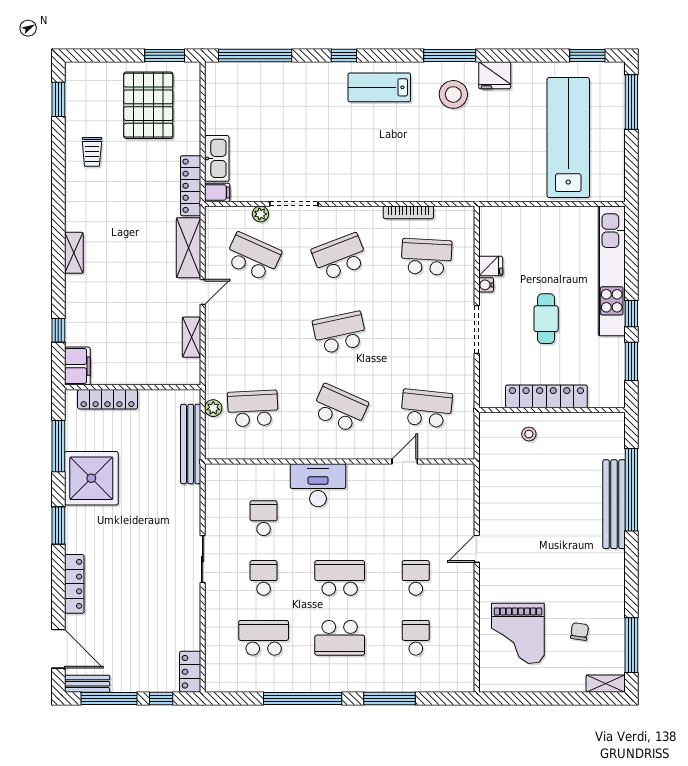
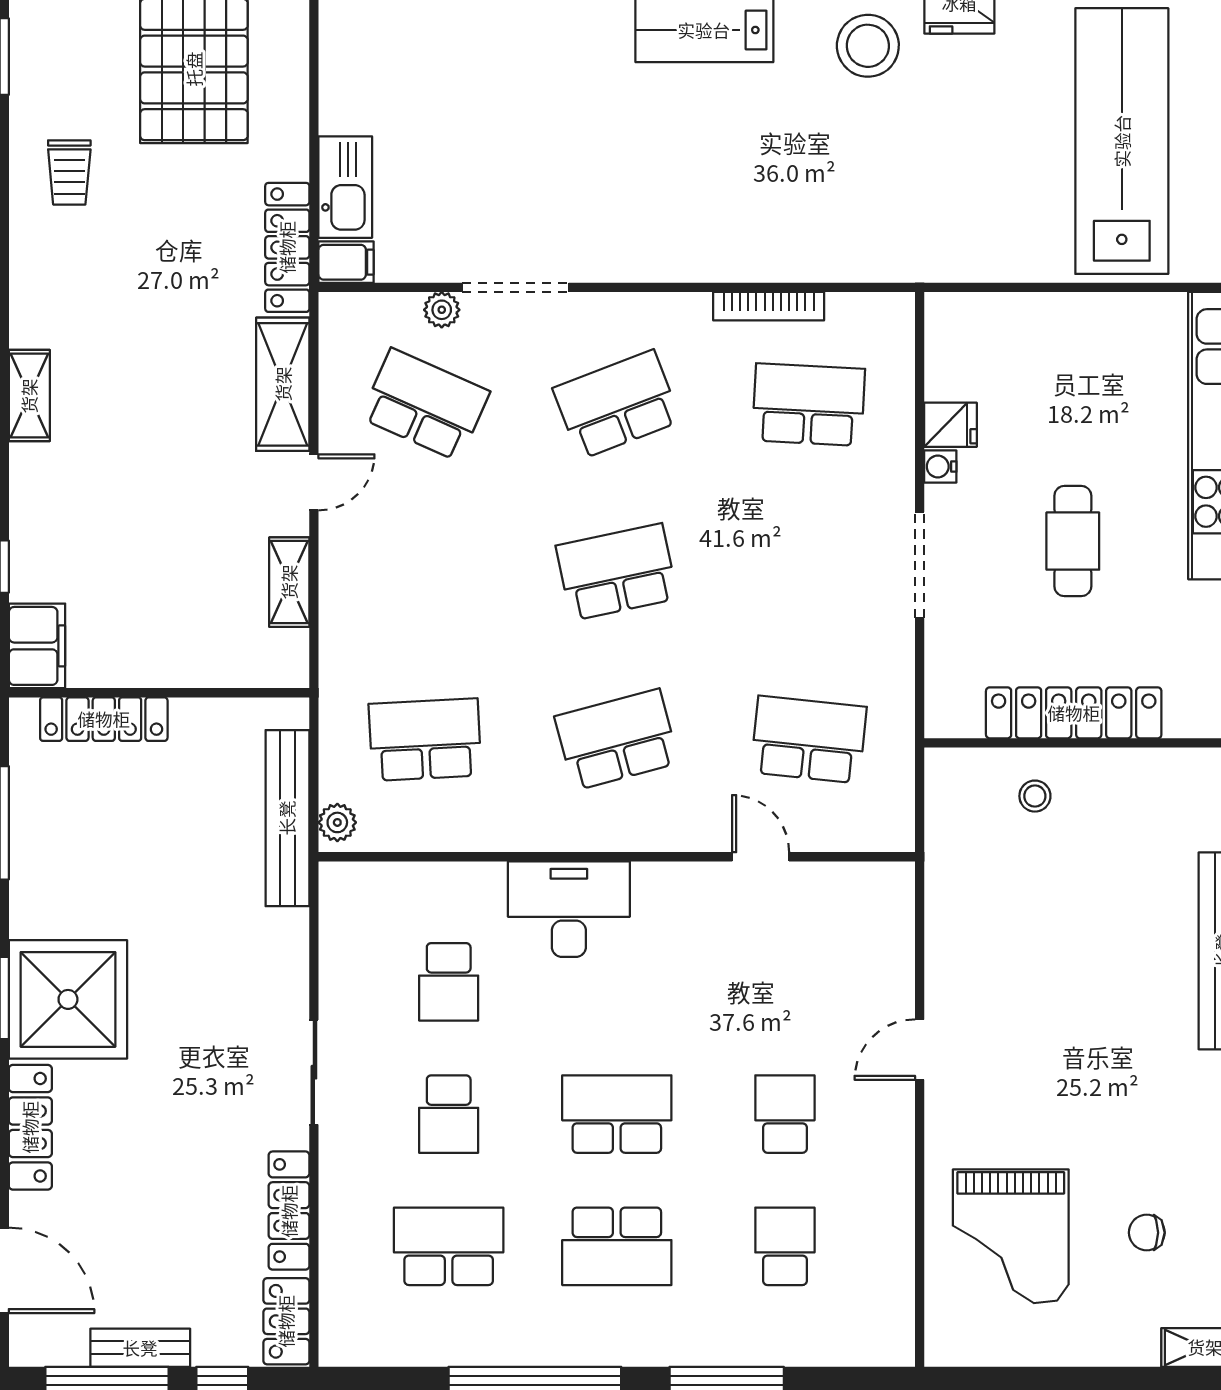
plant: (213, 408) -> (337, 822), moved
school desk: (340, 408) -> (617, 740), turned -39
door: (405, 461) -> (761, 857), hinge flipped
shower: (91, 478) -> (68, 999), moved
school desk: (264, 518) -> (449, 982), turned 180
school desk: (264, 578) -> (449, 1114), turned 180
locker: (191, 622) -> (289, 1211), added
chair: (579, 632) -> (1147, 1233), turned -98
bench: (87, 684) -> (140, 1348), moved

